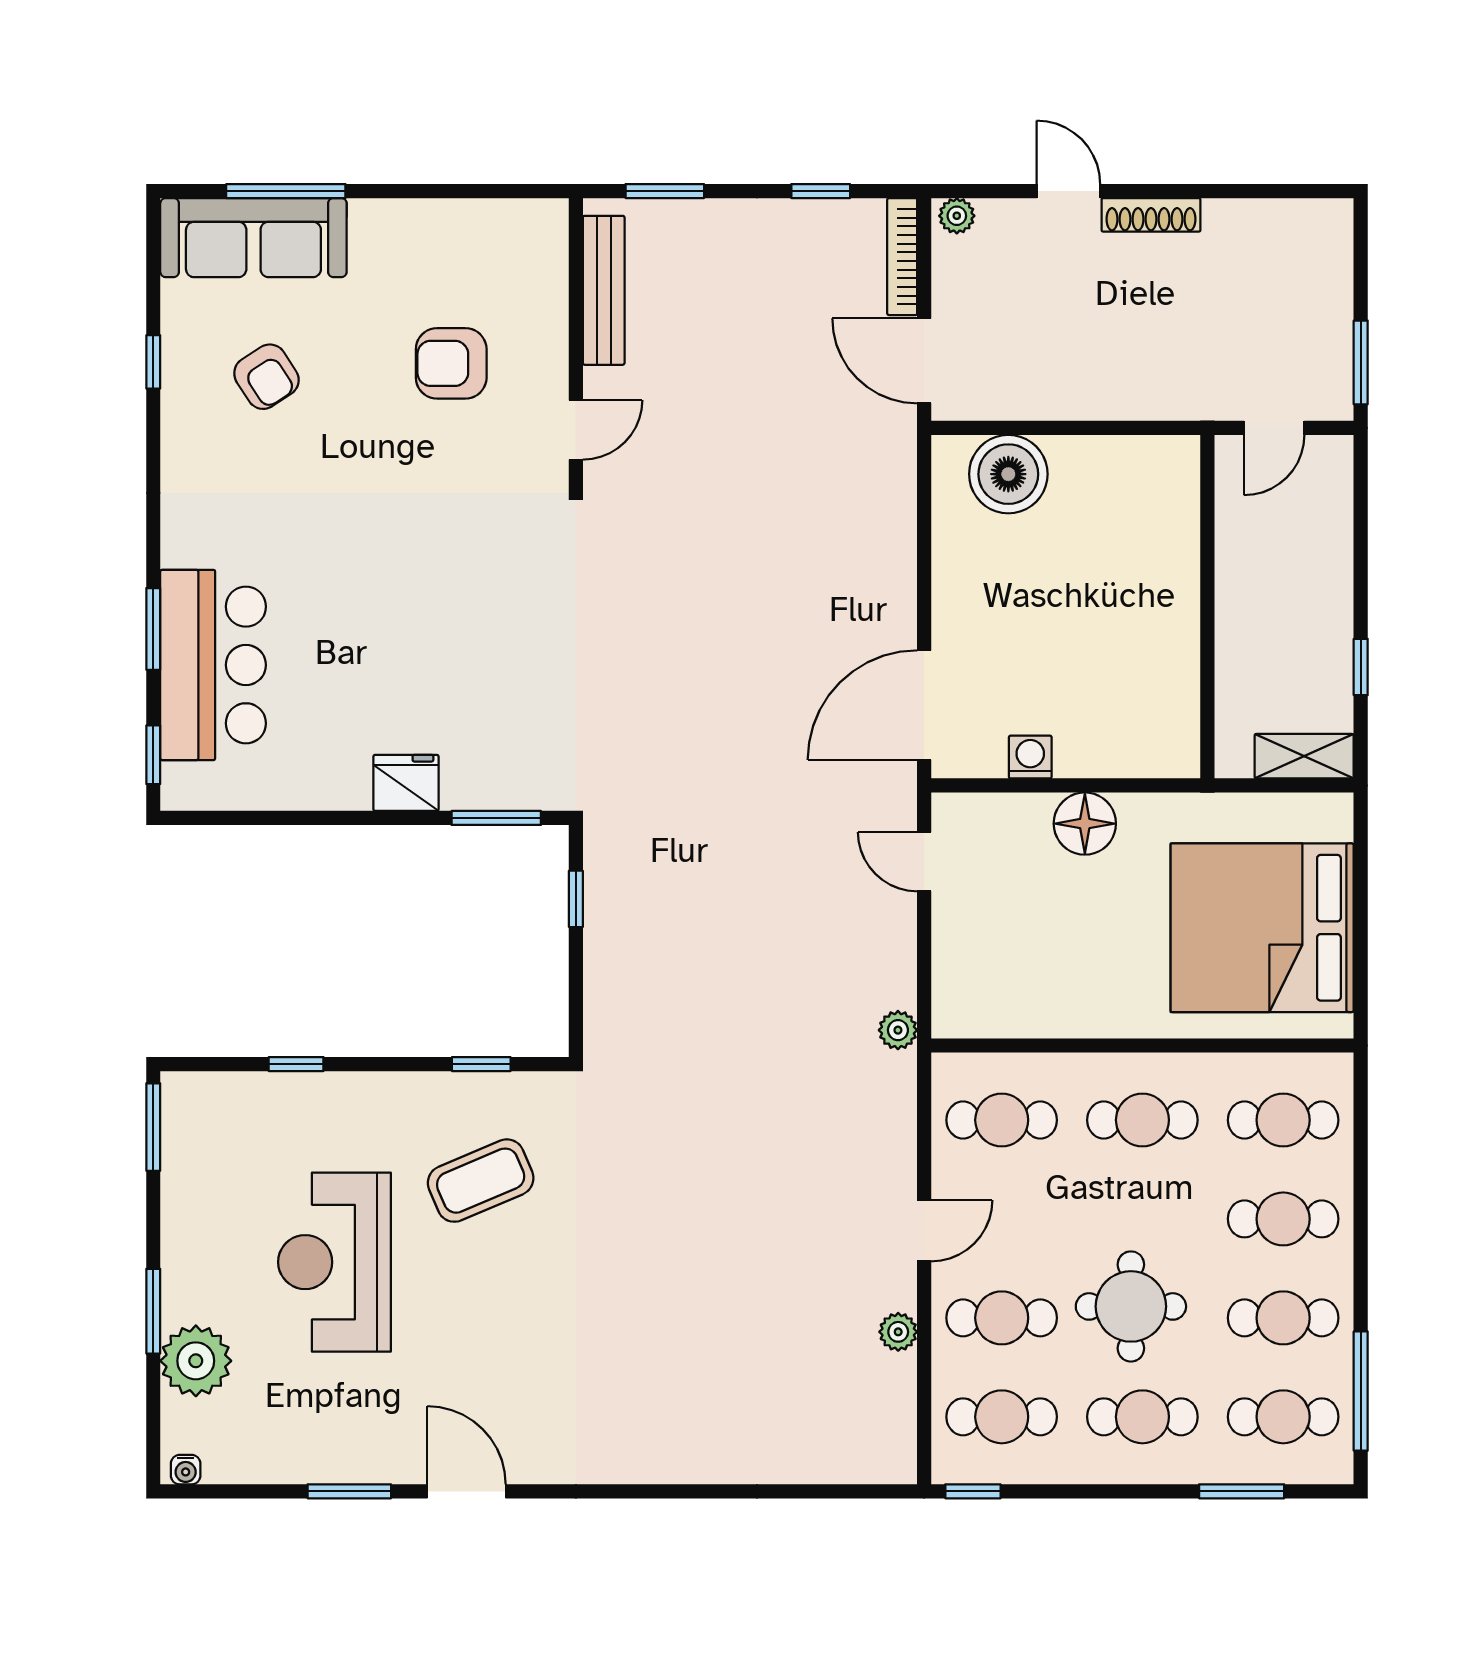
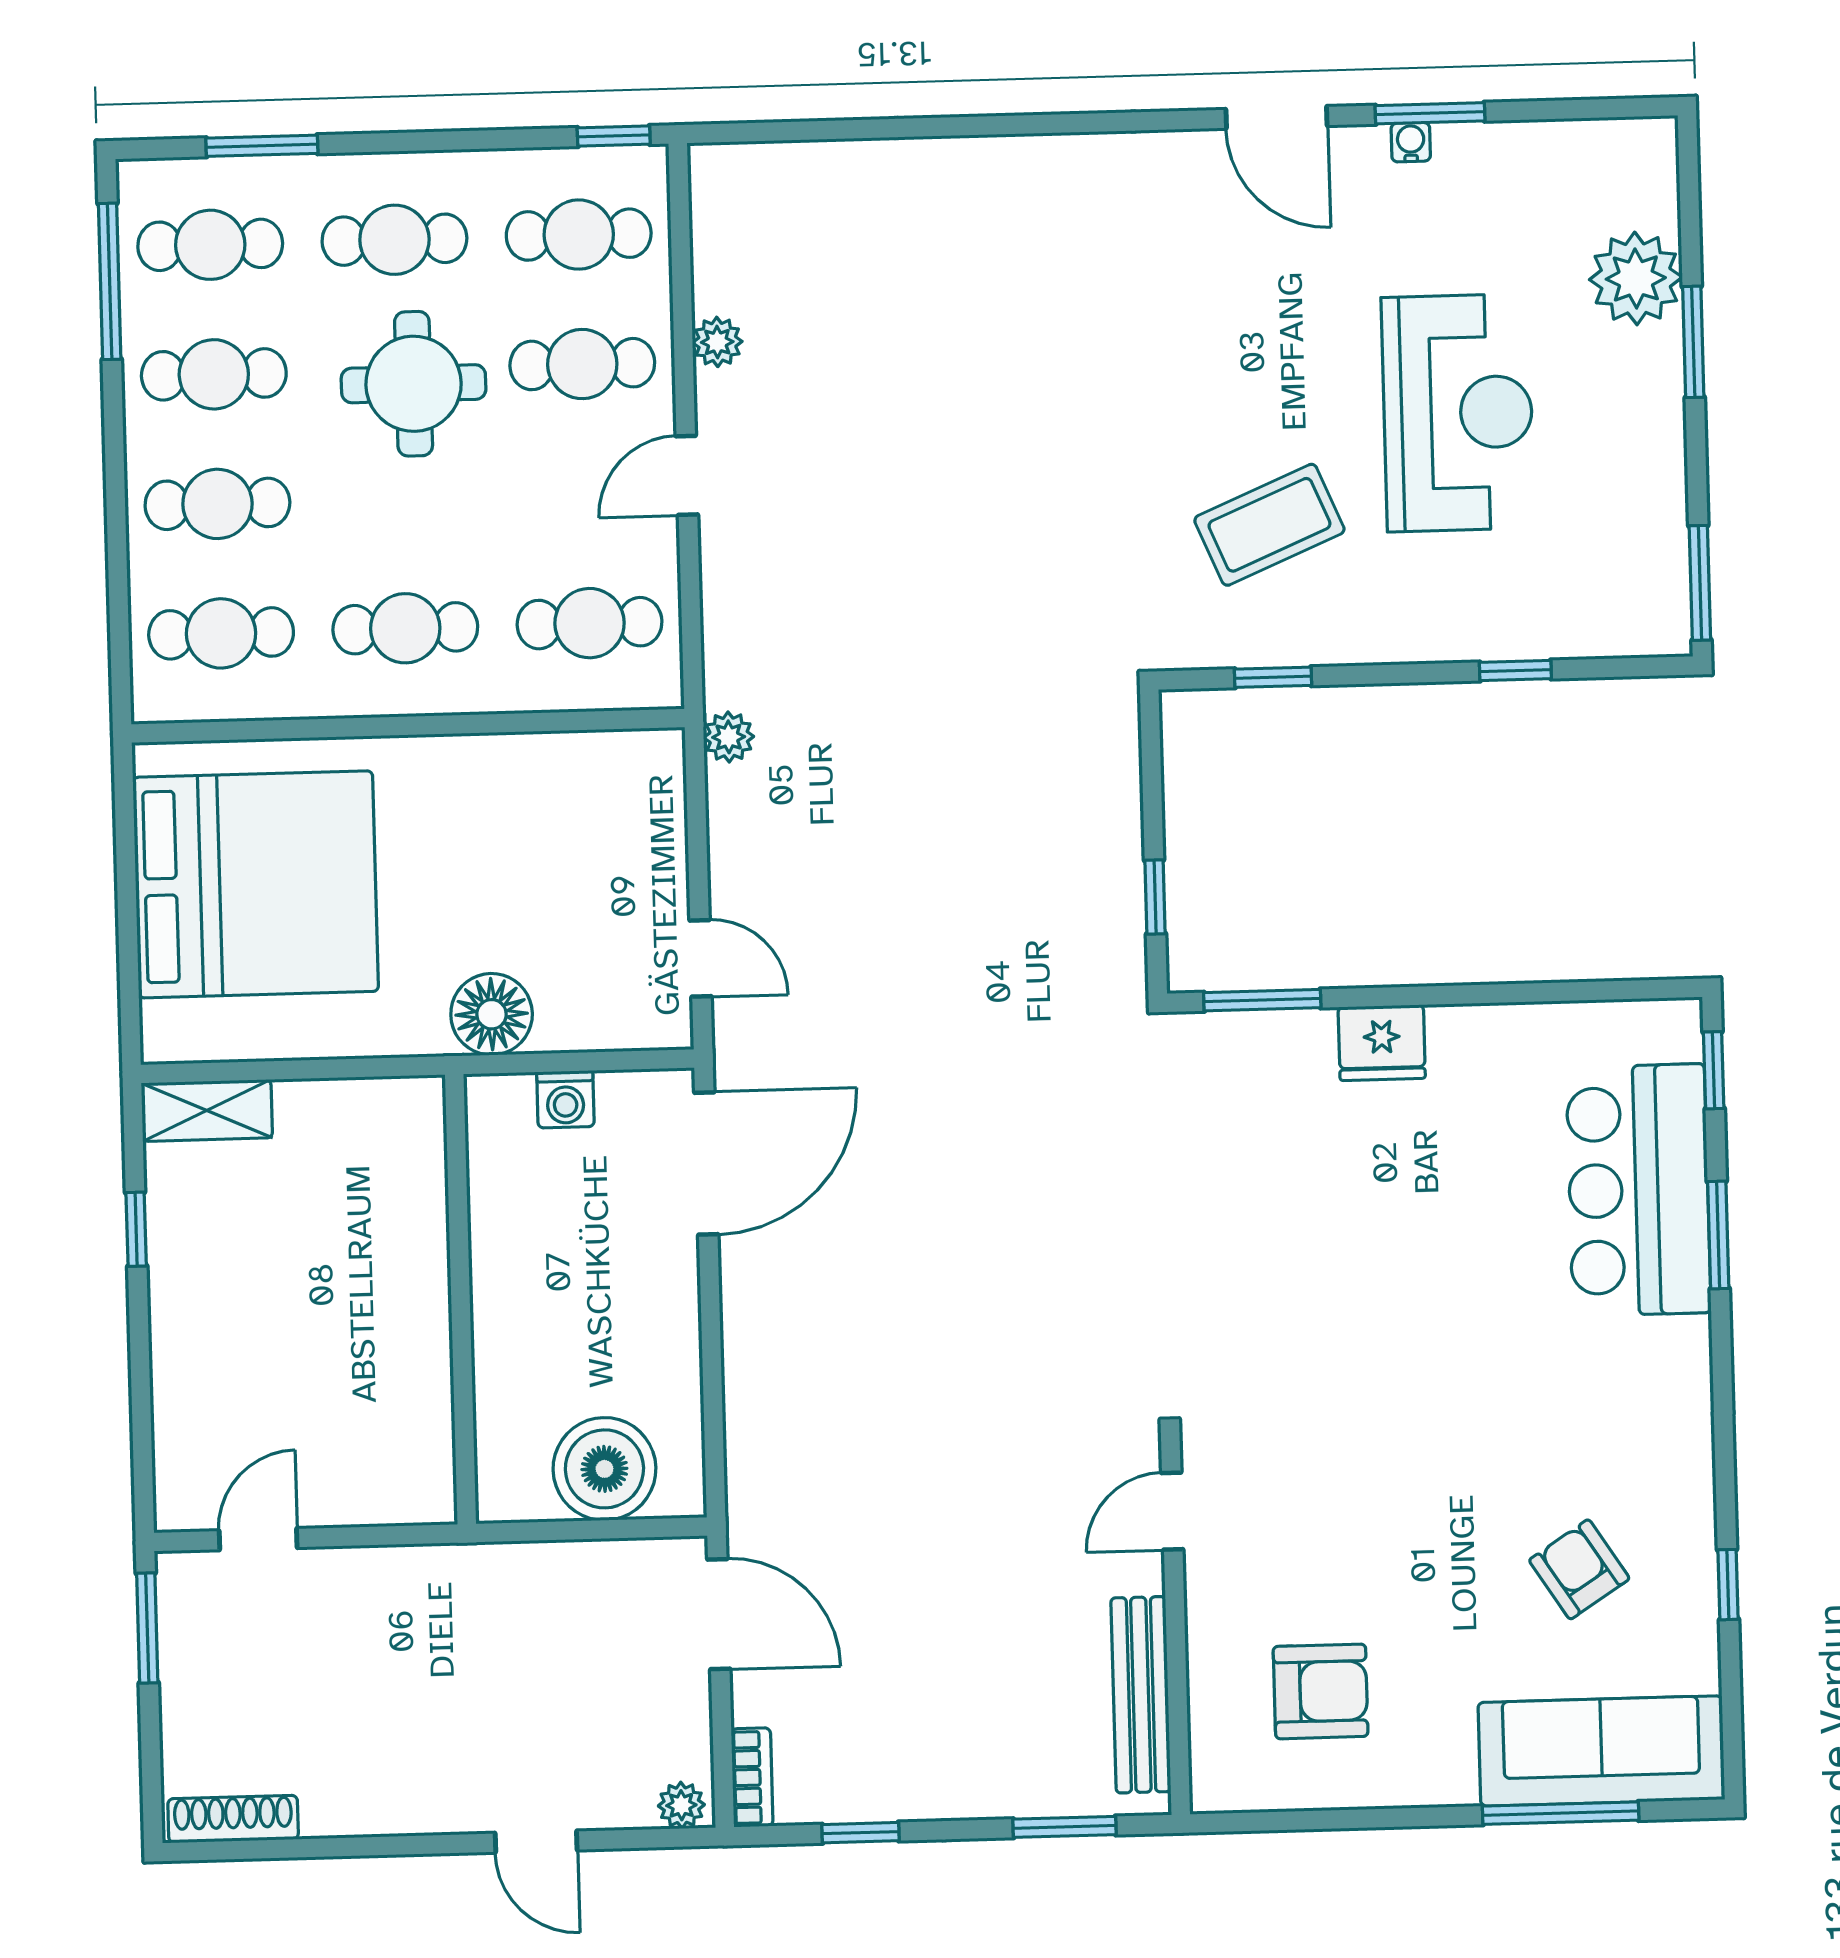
shoe rack: (1151, 215) -> (233, 1819), moved
bookcase: (902, 257) -> (752, 1777), width x0.64
armchair: (451, 363) -> (1321, 1691), moved
wall: (1207, 607) -> (461, 1299), moved
water cooler: (186, 1470) -> (1411, 142), moved

